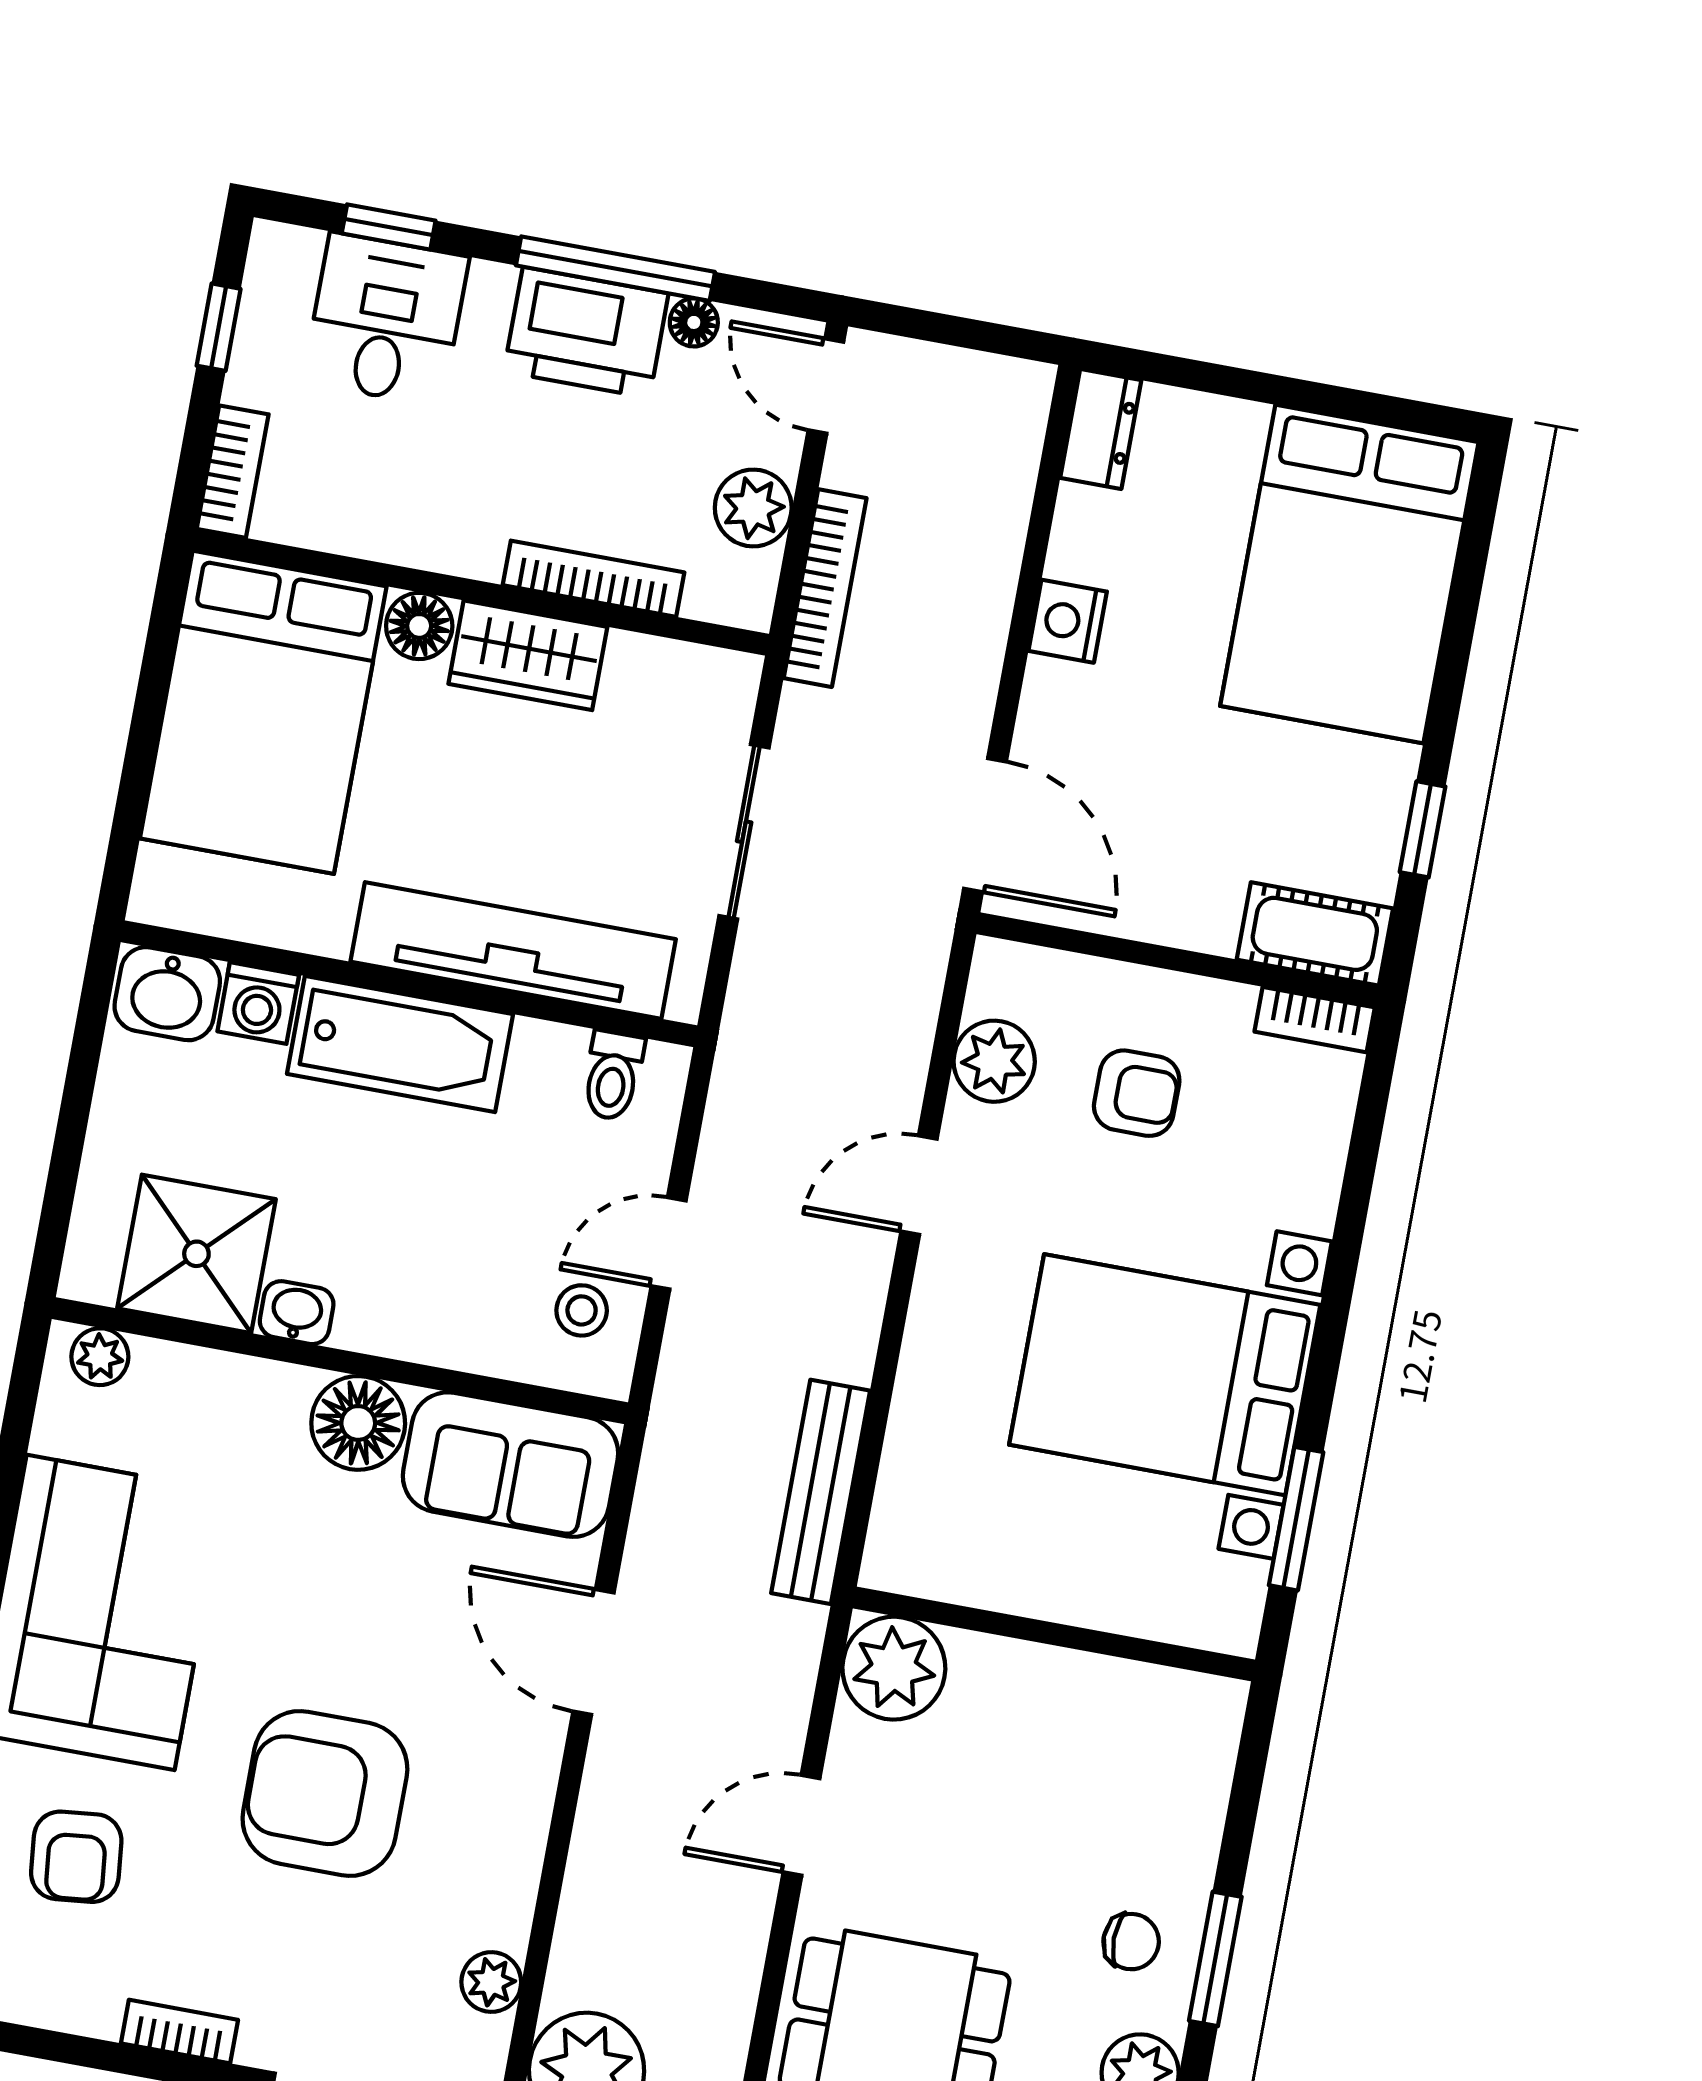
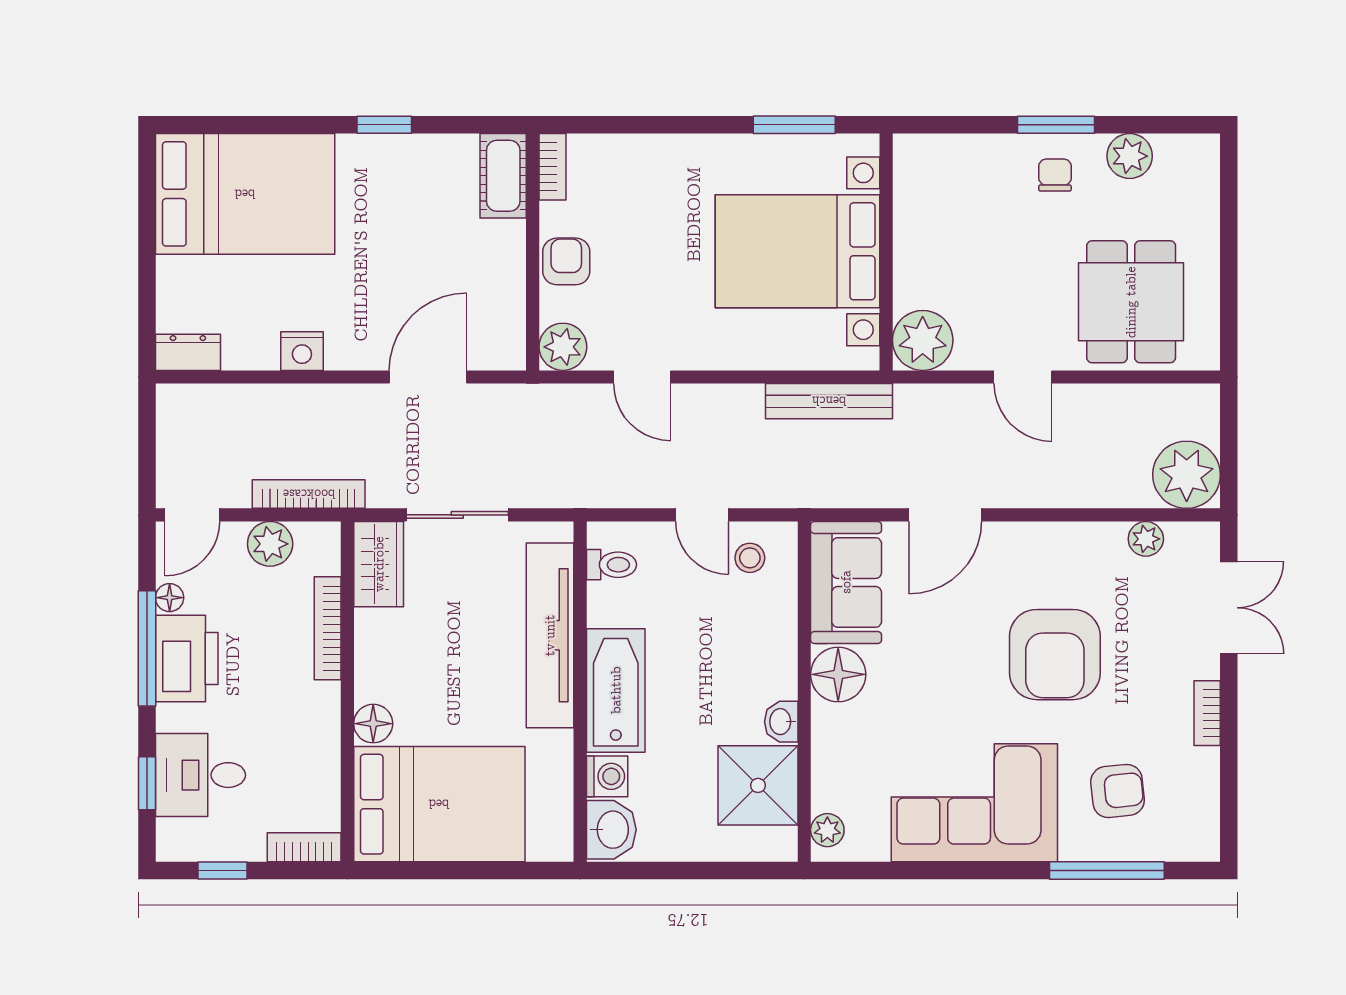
wardrobe: (528, 655) -> (379, 564), moved
cot: (1315, 934) -> (503, 176), moved
wall: (1178, 960) -> (533, 252), moved
bookcase: (1315, 1020) -> (553, 167), moved
bed with nightstands: (1165, 1375) -> (798, 251), moved, turned 90

